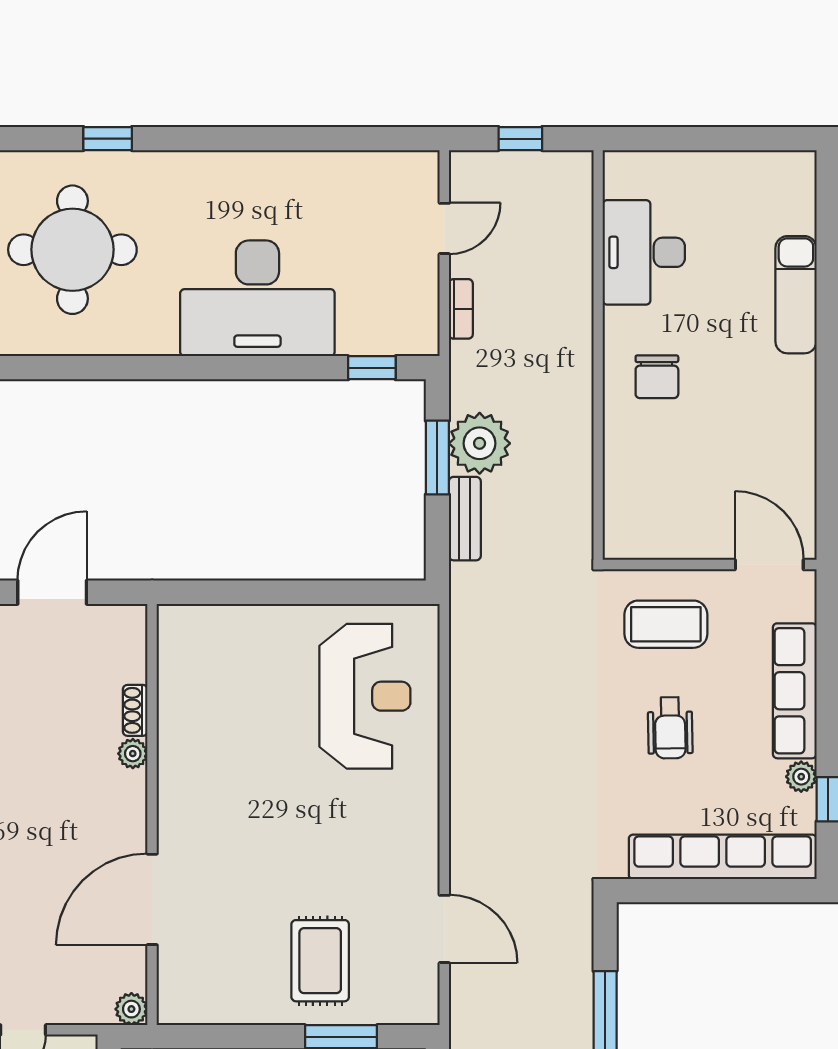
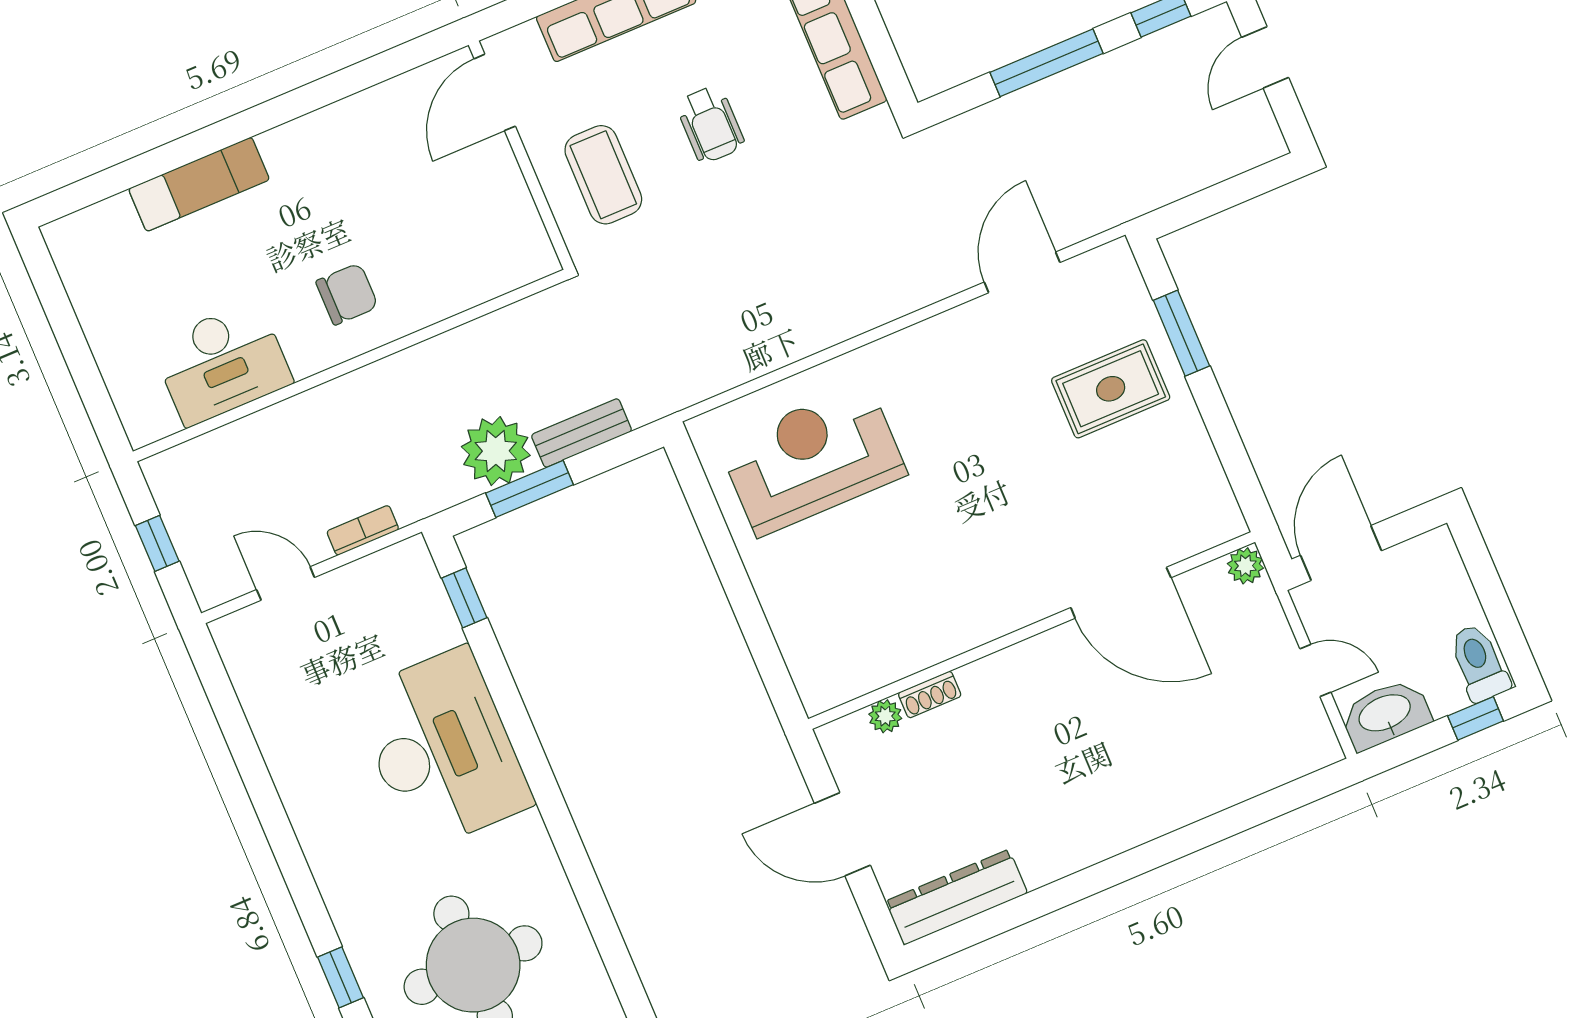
wheelchair: (670, 728) -> (710, 124), turned 91
plant: (133, 754) -> (885, 716), moved

